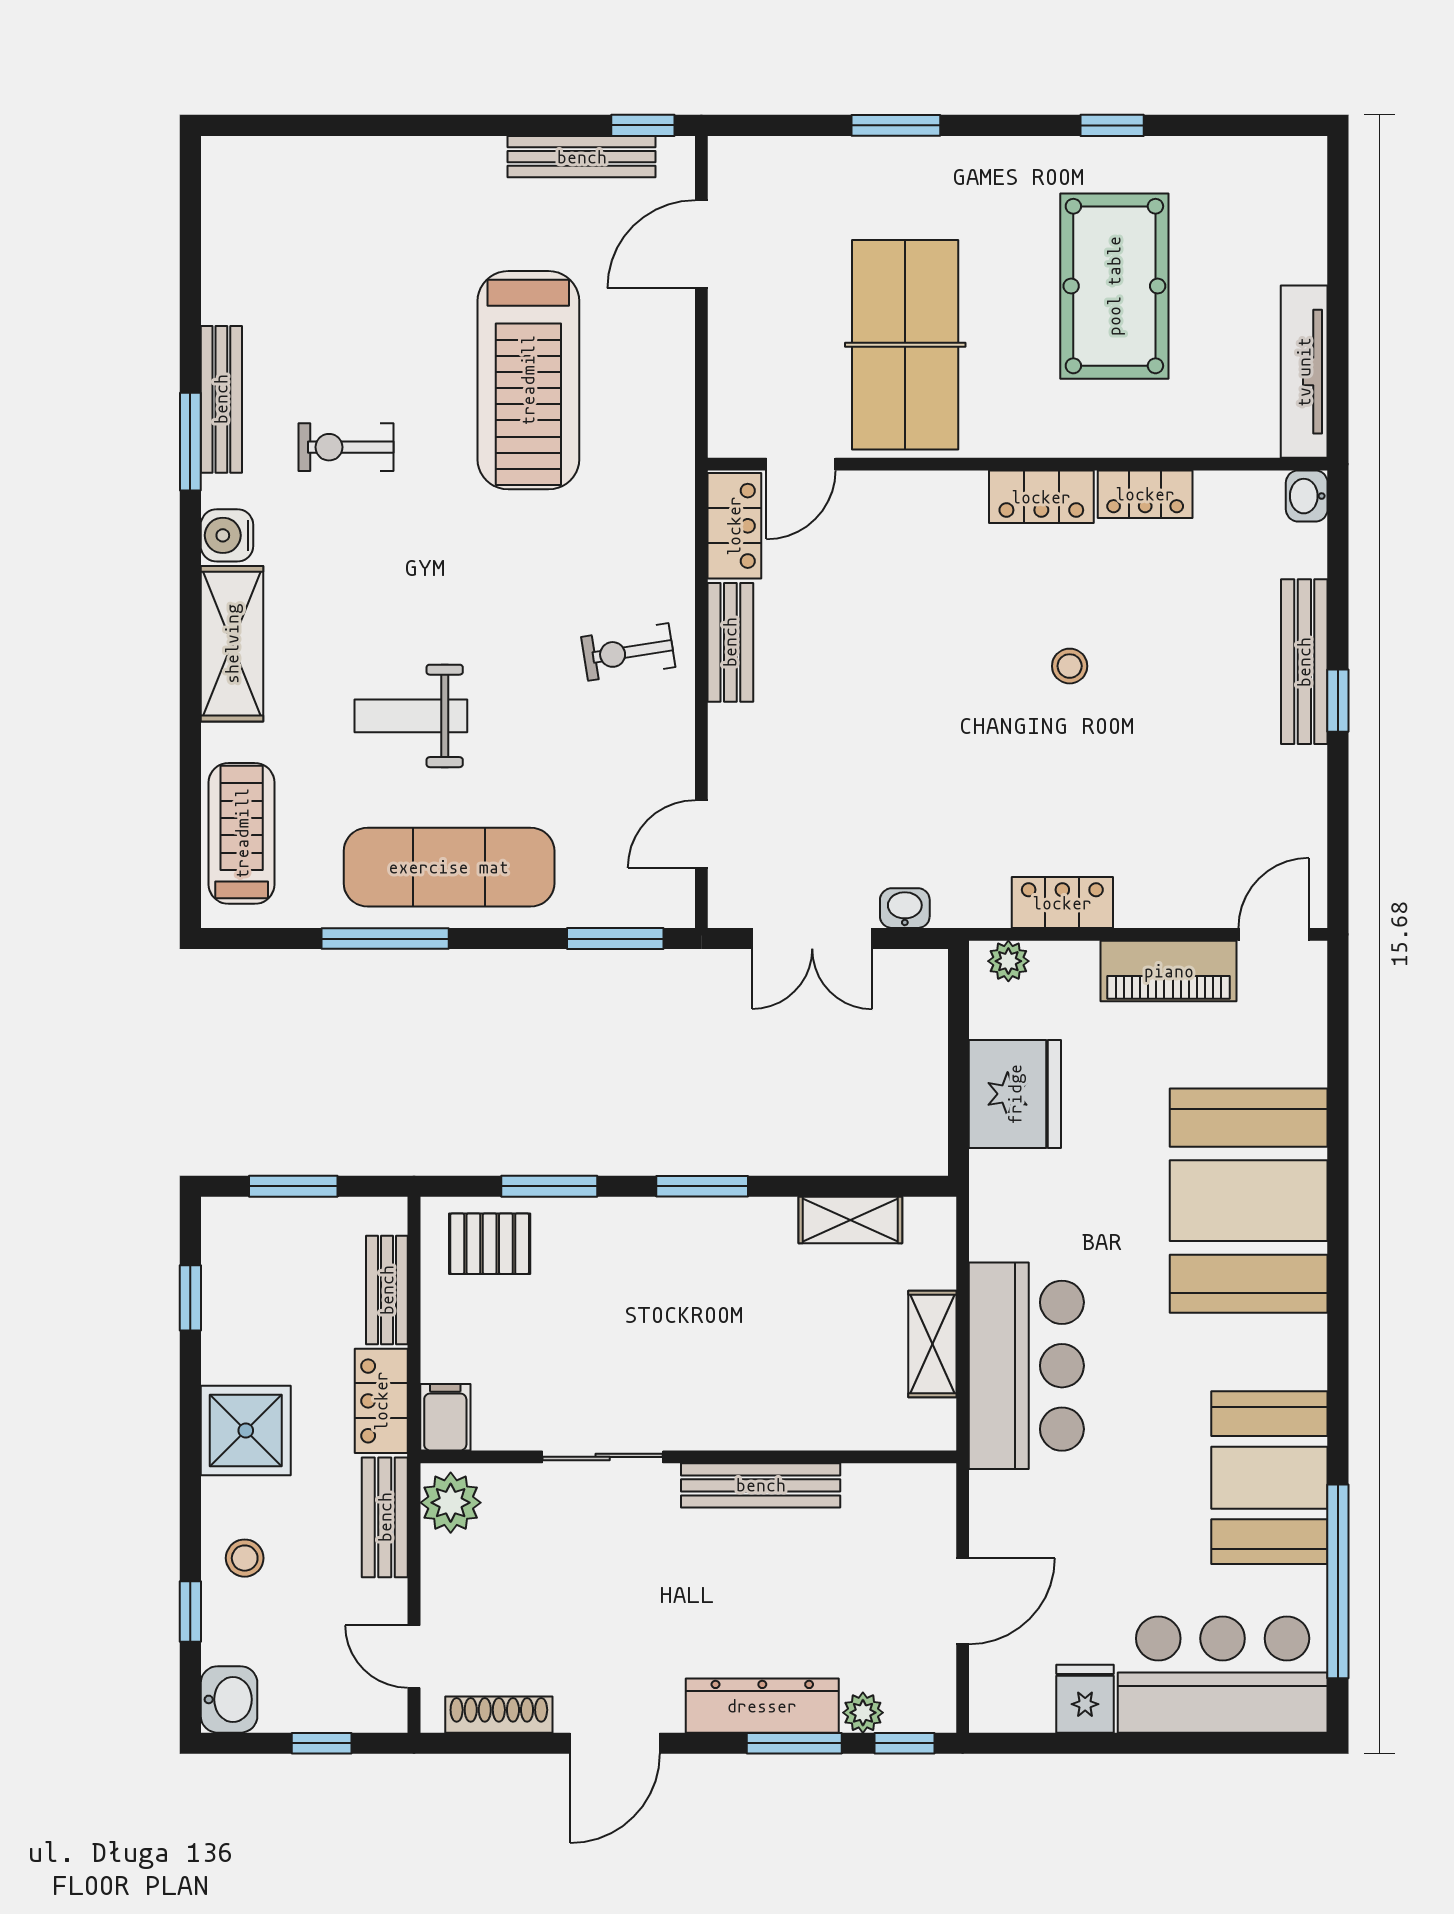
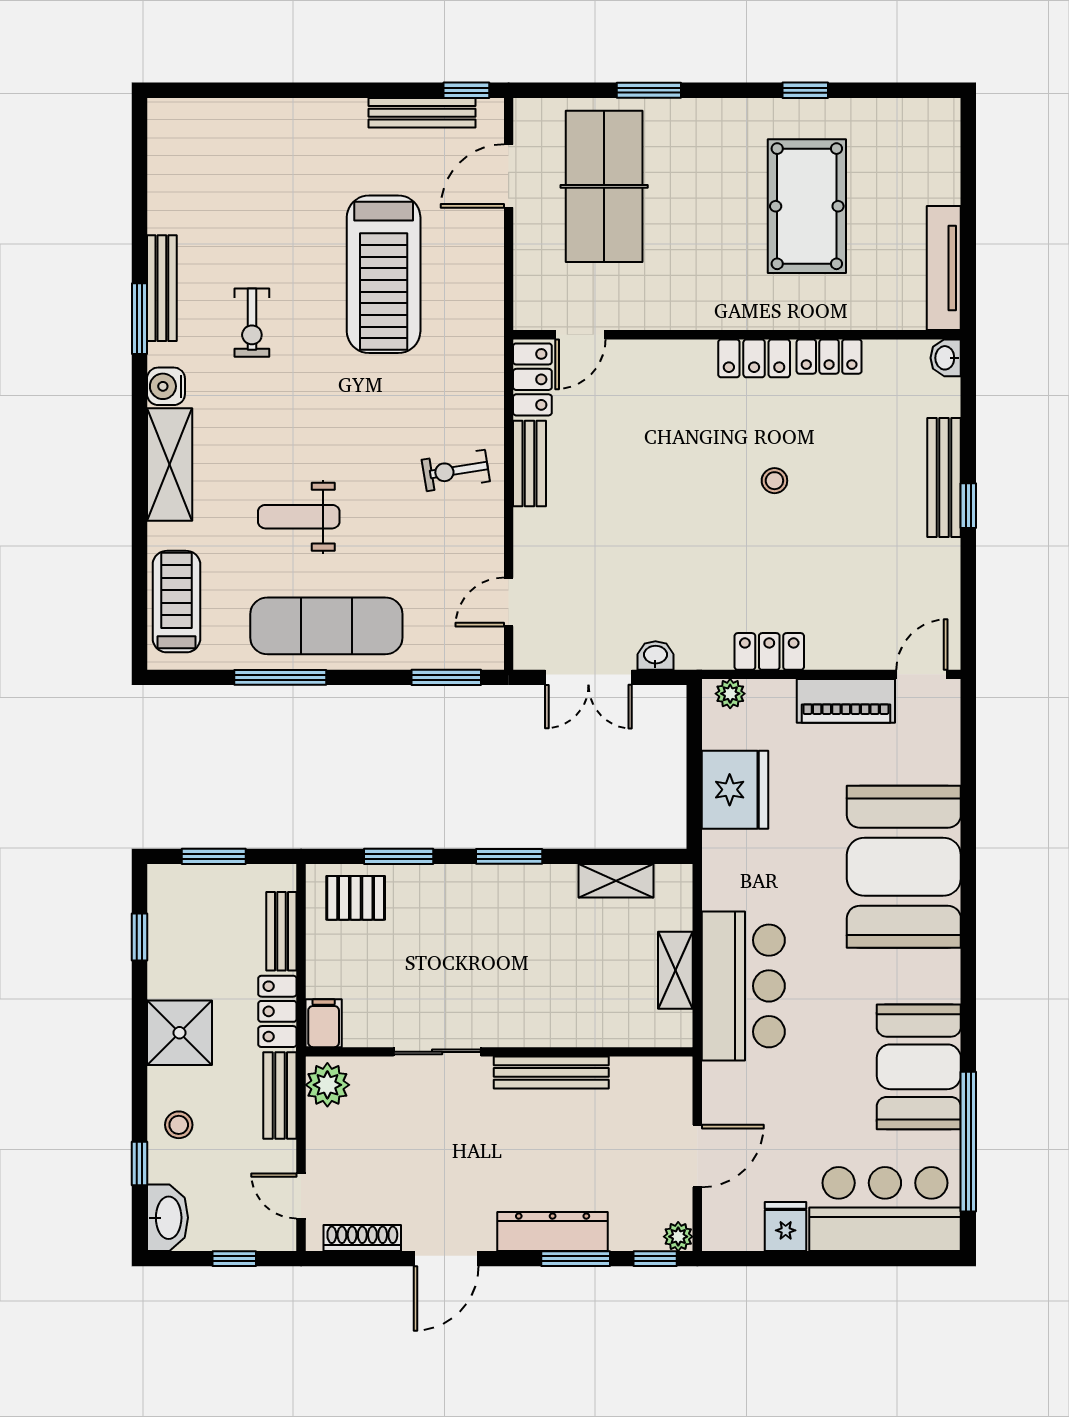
table tennis table: (905, 345) -> (604, 186), moved
exercise bike: (346, 447) -> (252, 323), turned -90
washbasin: (229, 1699) -> (167, 1218), width x1.38
plant: (863, 1713) -> (678, 1237), moved

